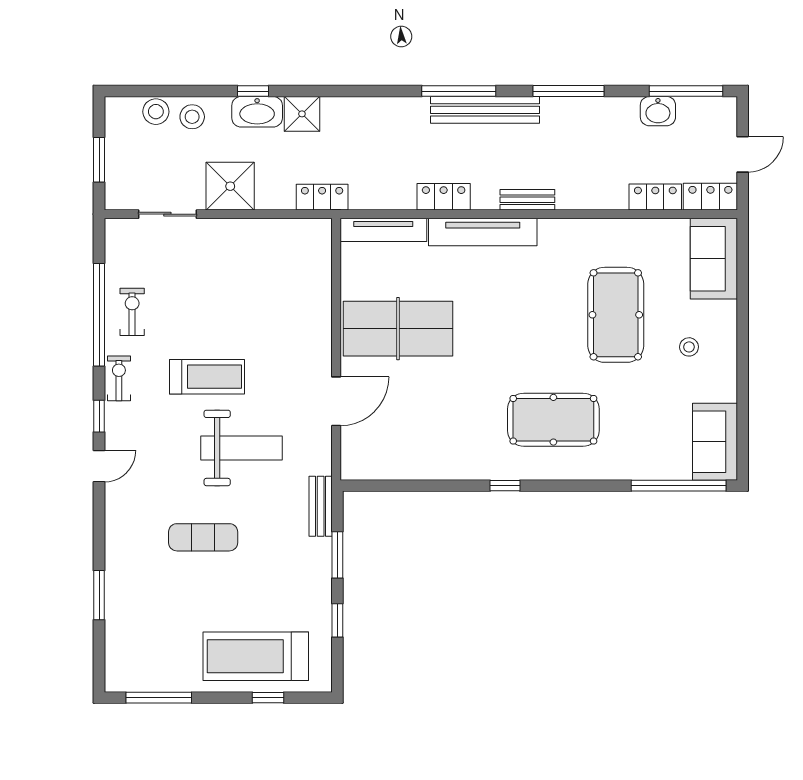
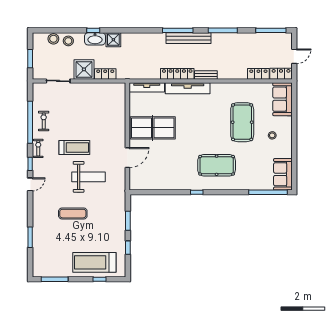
washbasin: (658, 111) -> (259, 39), removed
locker: (322, 197) -> (105, 74), moved
locker: (444, 197) -> (177, 74), width x1.53
bench: (321, 506) -> (121, 201), removed

